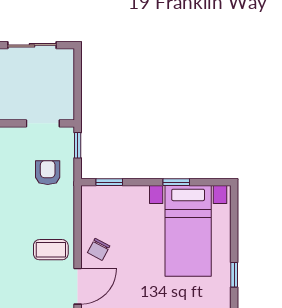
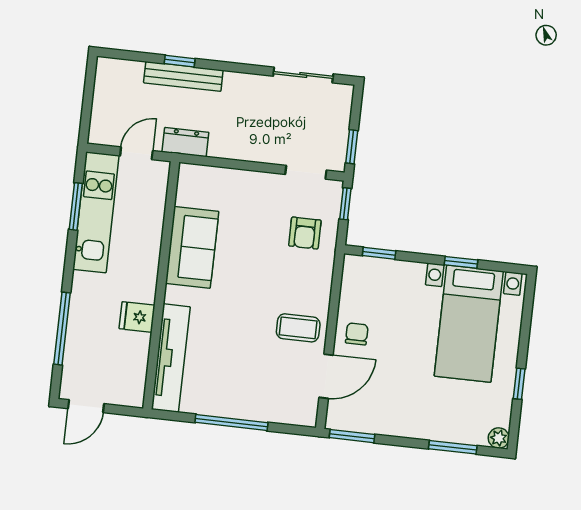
window: (78, 99) -> (352, 147), added
armchair: (48, 173) -> (305, 233), turned 180
chair: (99, 249) -> (357, 334), turned 152

